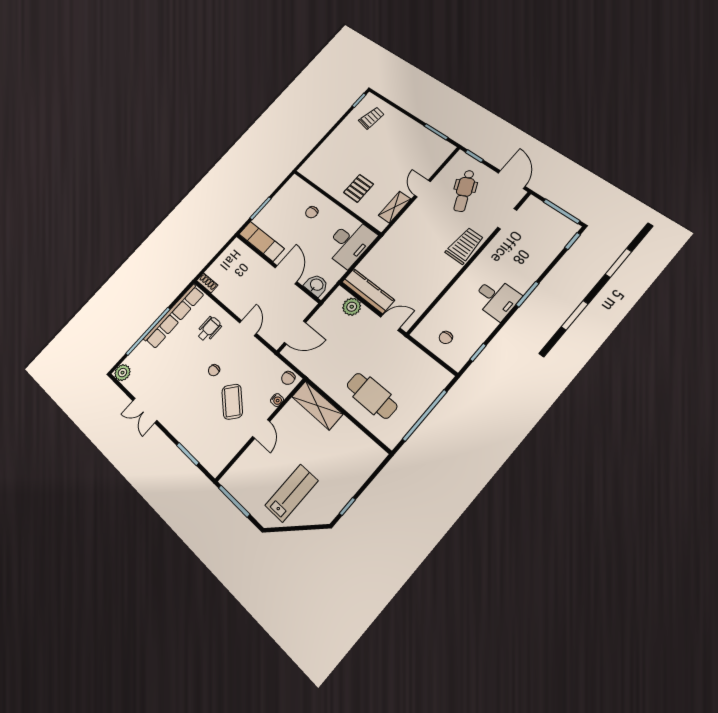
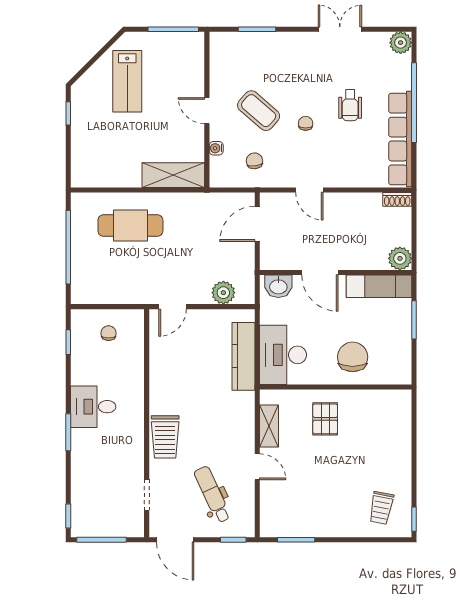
chair: (312, 212) -> (353, 357), width x1.87, depth x1.87
plant: (236, 248) -> (400, 258), added
kitchen counter: (368, 291) -> (243, 356), moved, turned 90
wheelchair: (209, 329) -> (350, 105), moved
chair: (288, 378) -> (254, 161), moved

